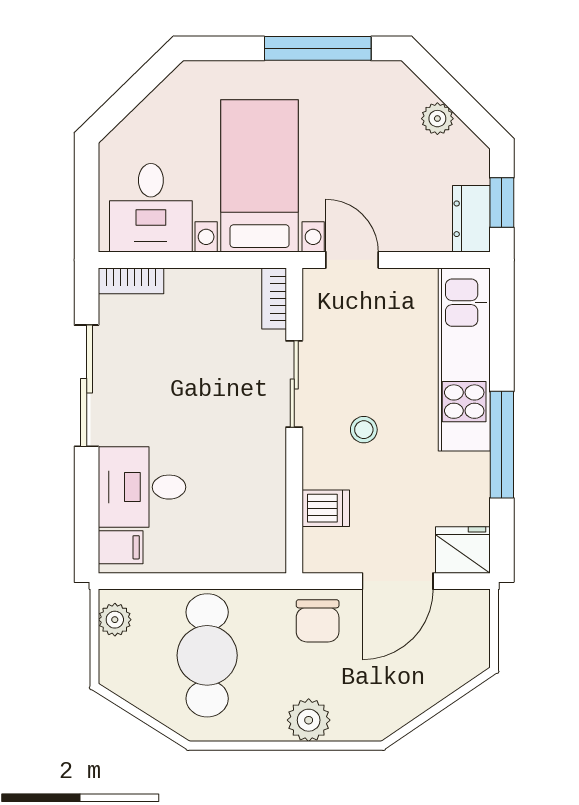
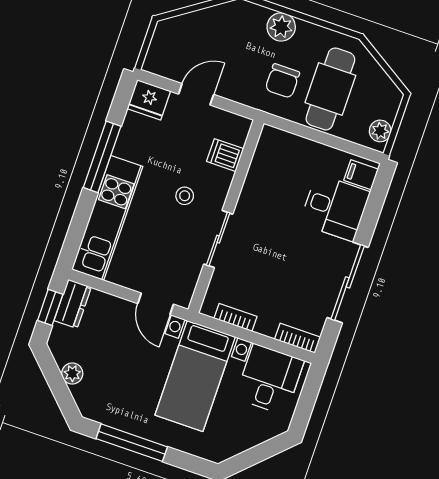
bookcase: (274, 299) -> (235, 317), moved, turned -90
door: (398, 581) -> (196, 94), width x0.73
chair: (318, 621) -> (282, 81), moved, turned 180

